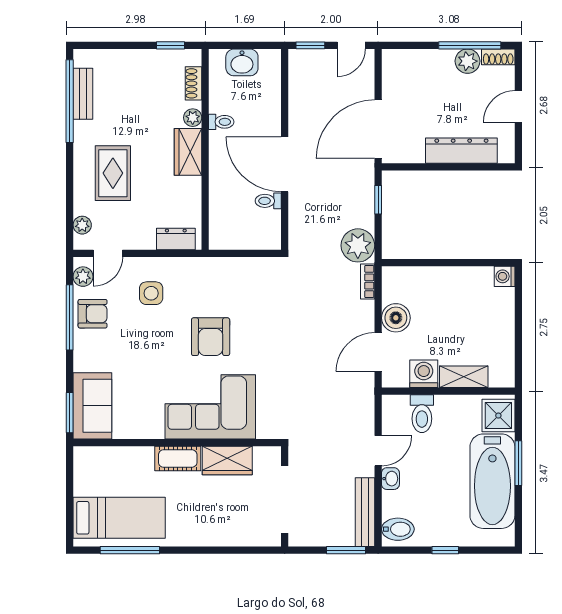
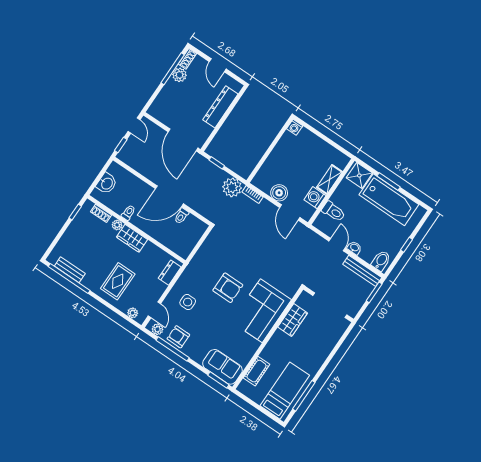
rug: (113, 173) -> (118, 281), turned 90
armchair: (93, 314) -> (178, 337), turned -90
cot: (178, 459) -> (257, 371), moved

